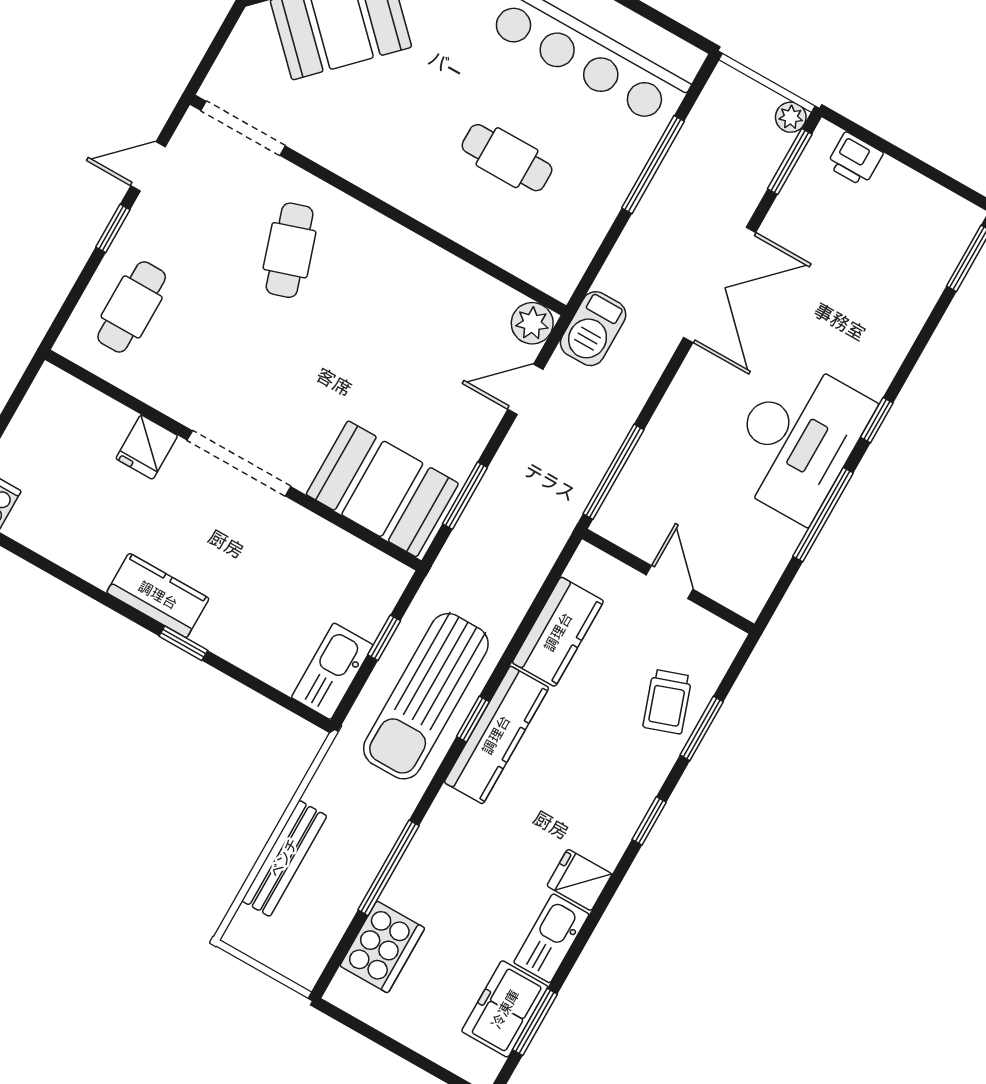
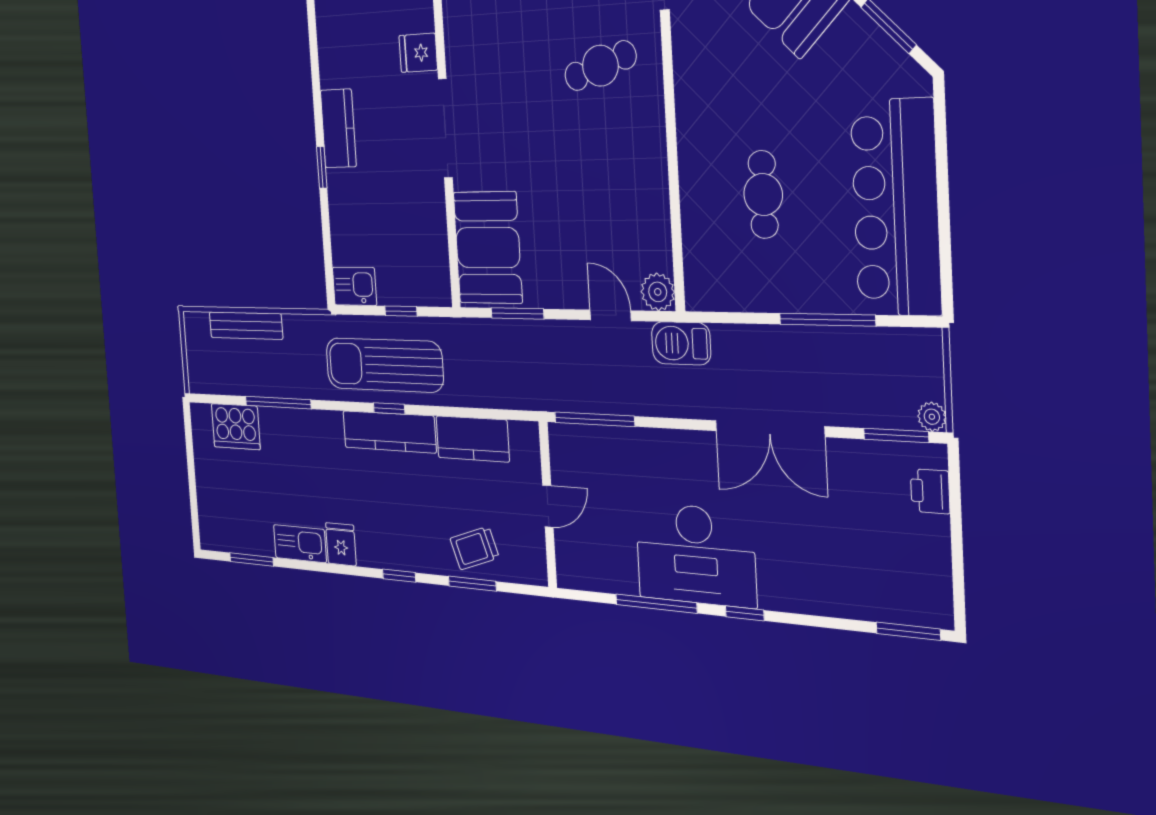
kitchen sink: (332, 671) -> (354, 286), width x0.73
freezer: (505, 1009) -> (247, 534), removed

